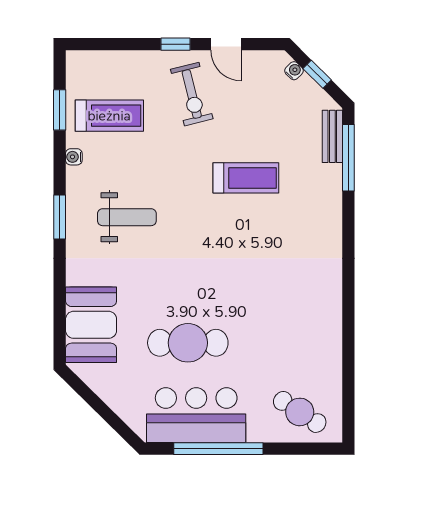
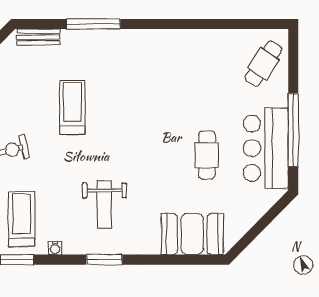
window: (348, 158) -> (93, 24), moved
weight bench: (127, 217) -> (104, 205), turned 180
cafe table: (188, 343) -> (207, 155), width x0.73, depth x0.74

